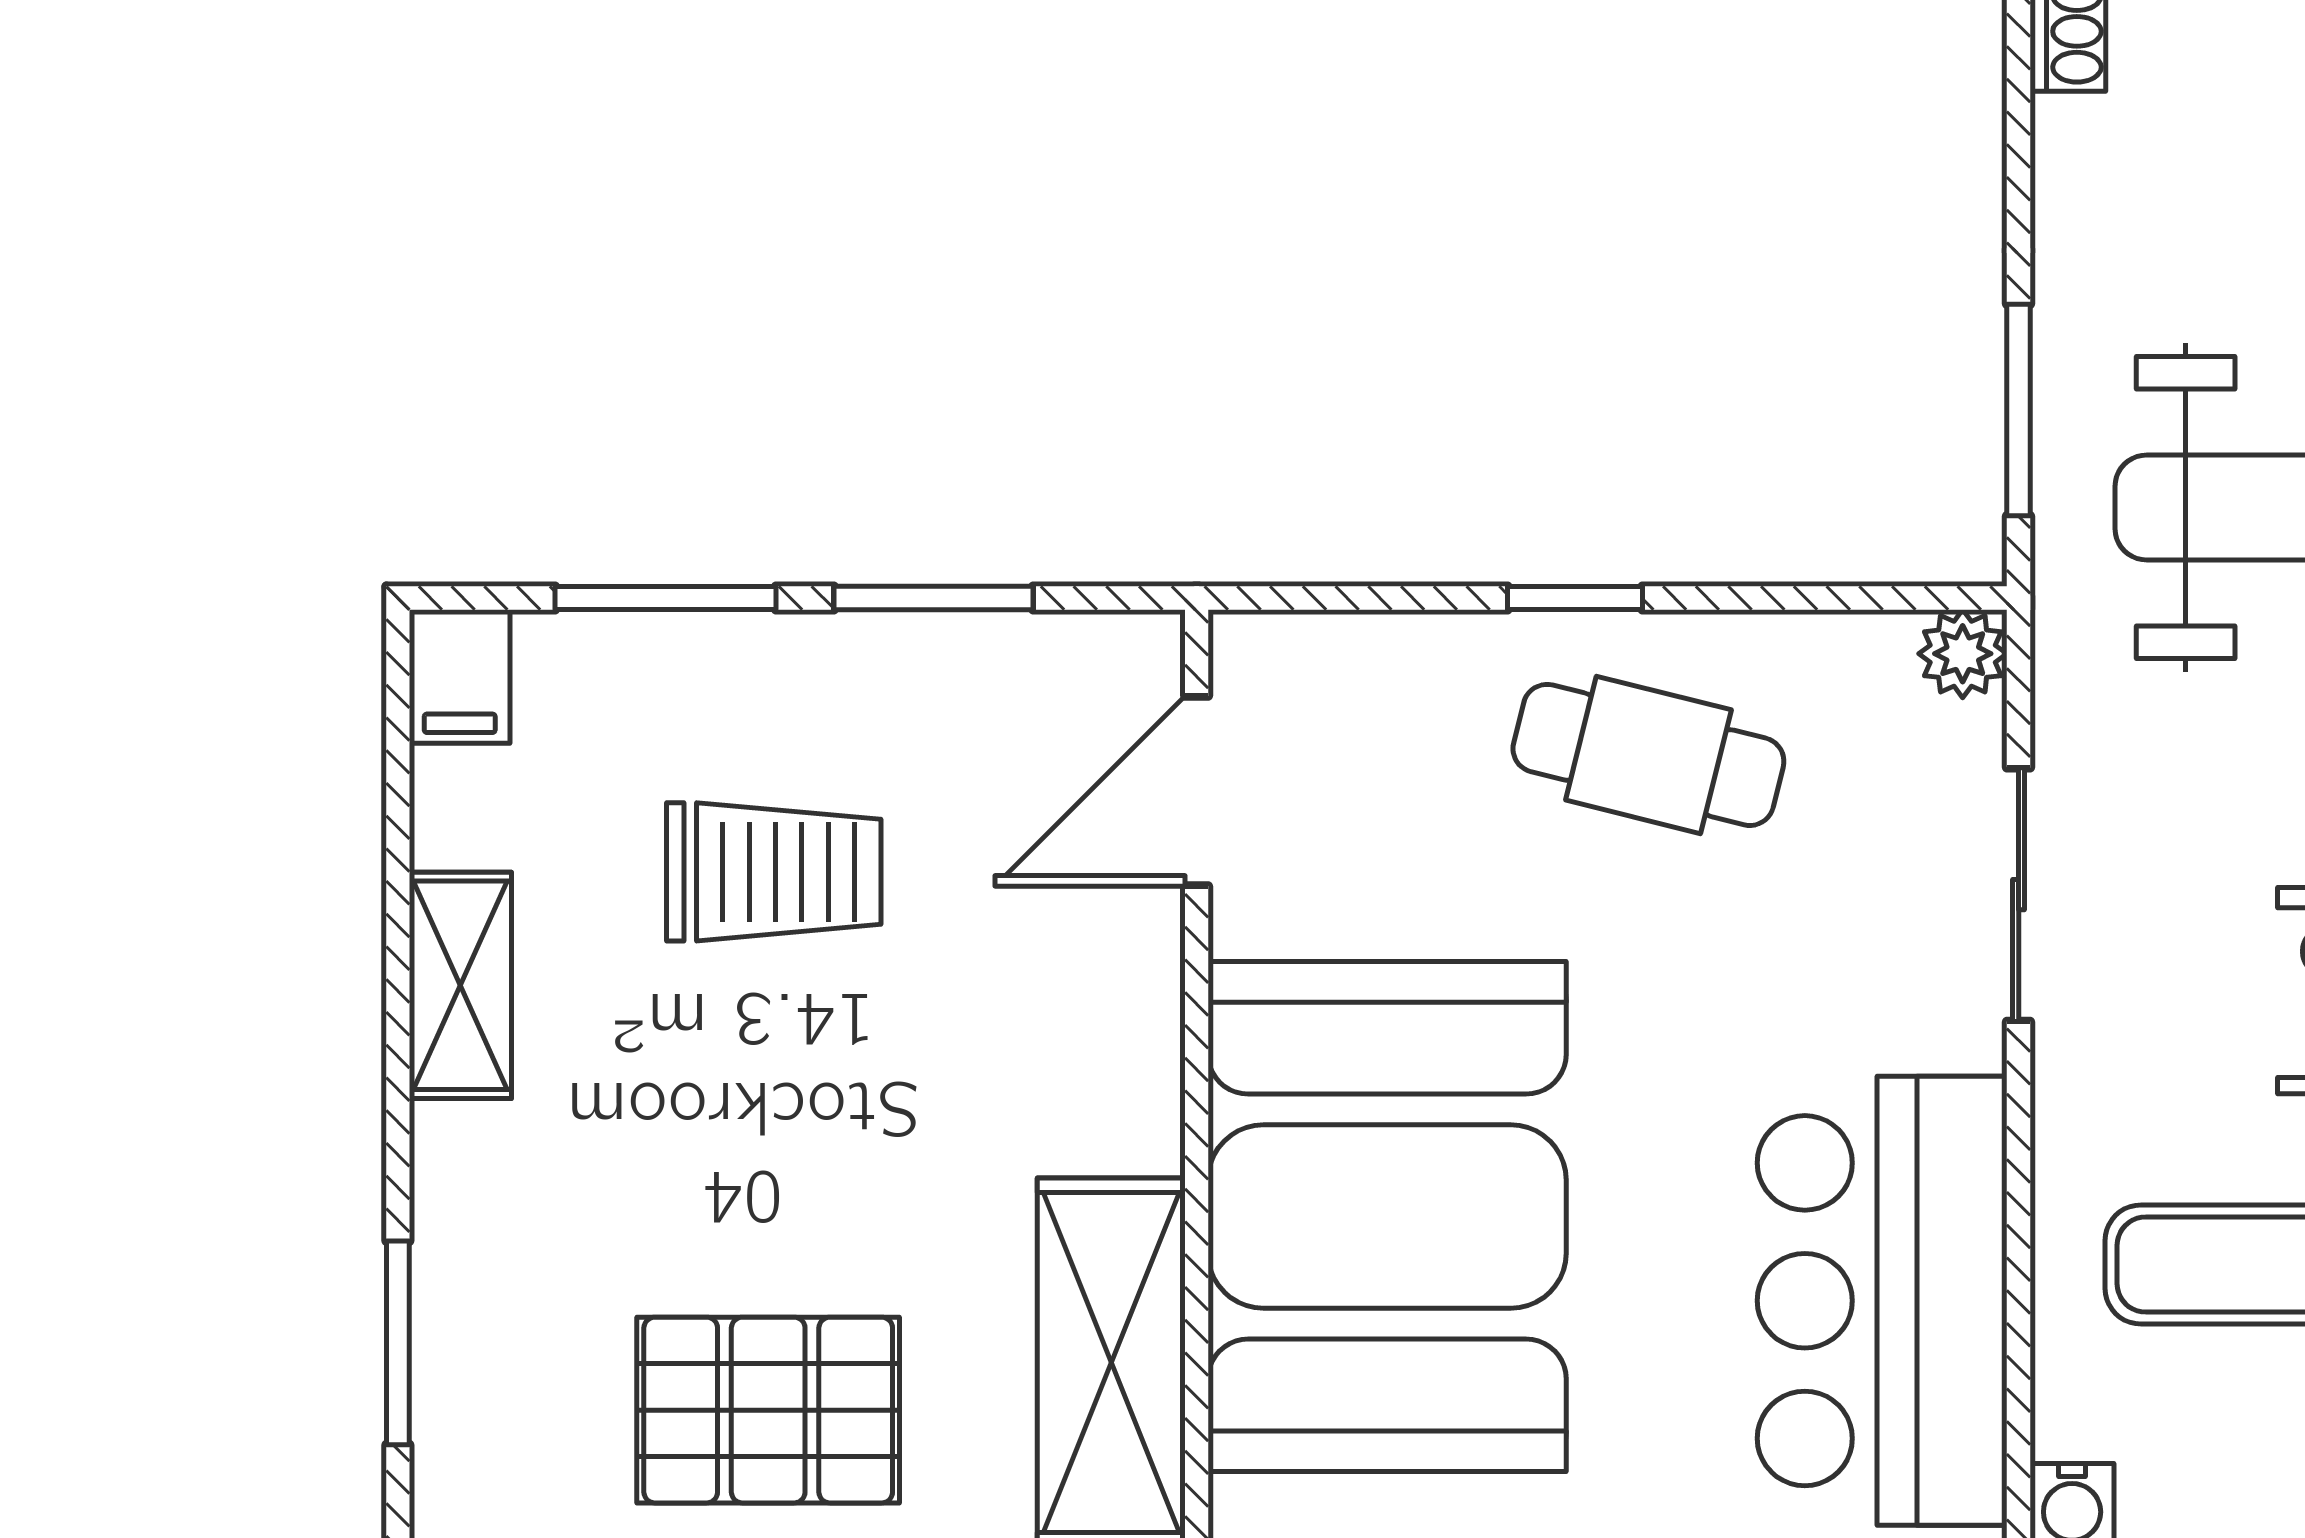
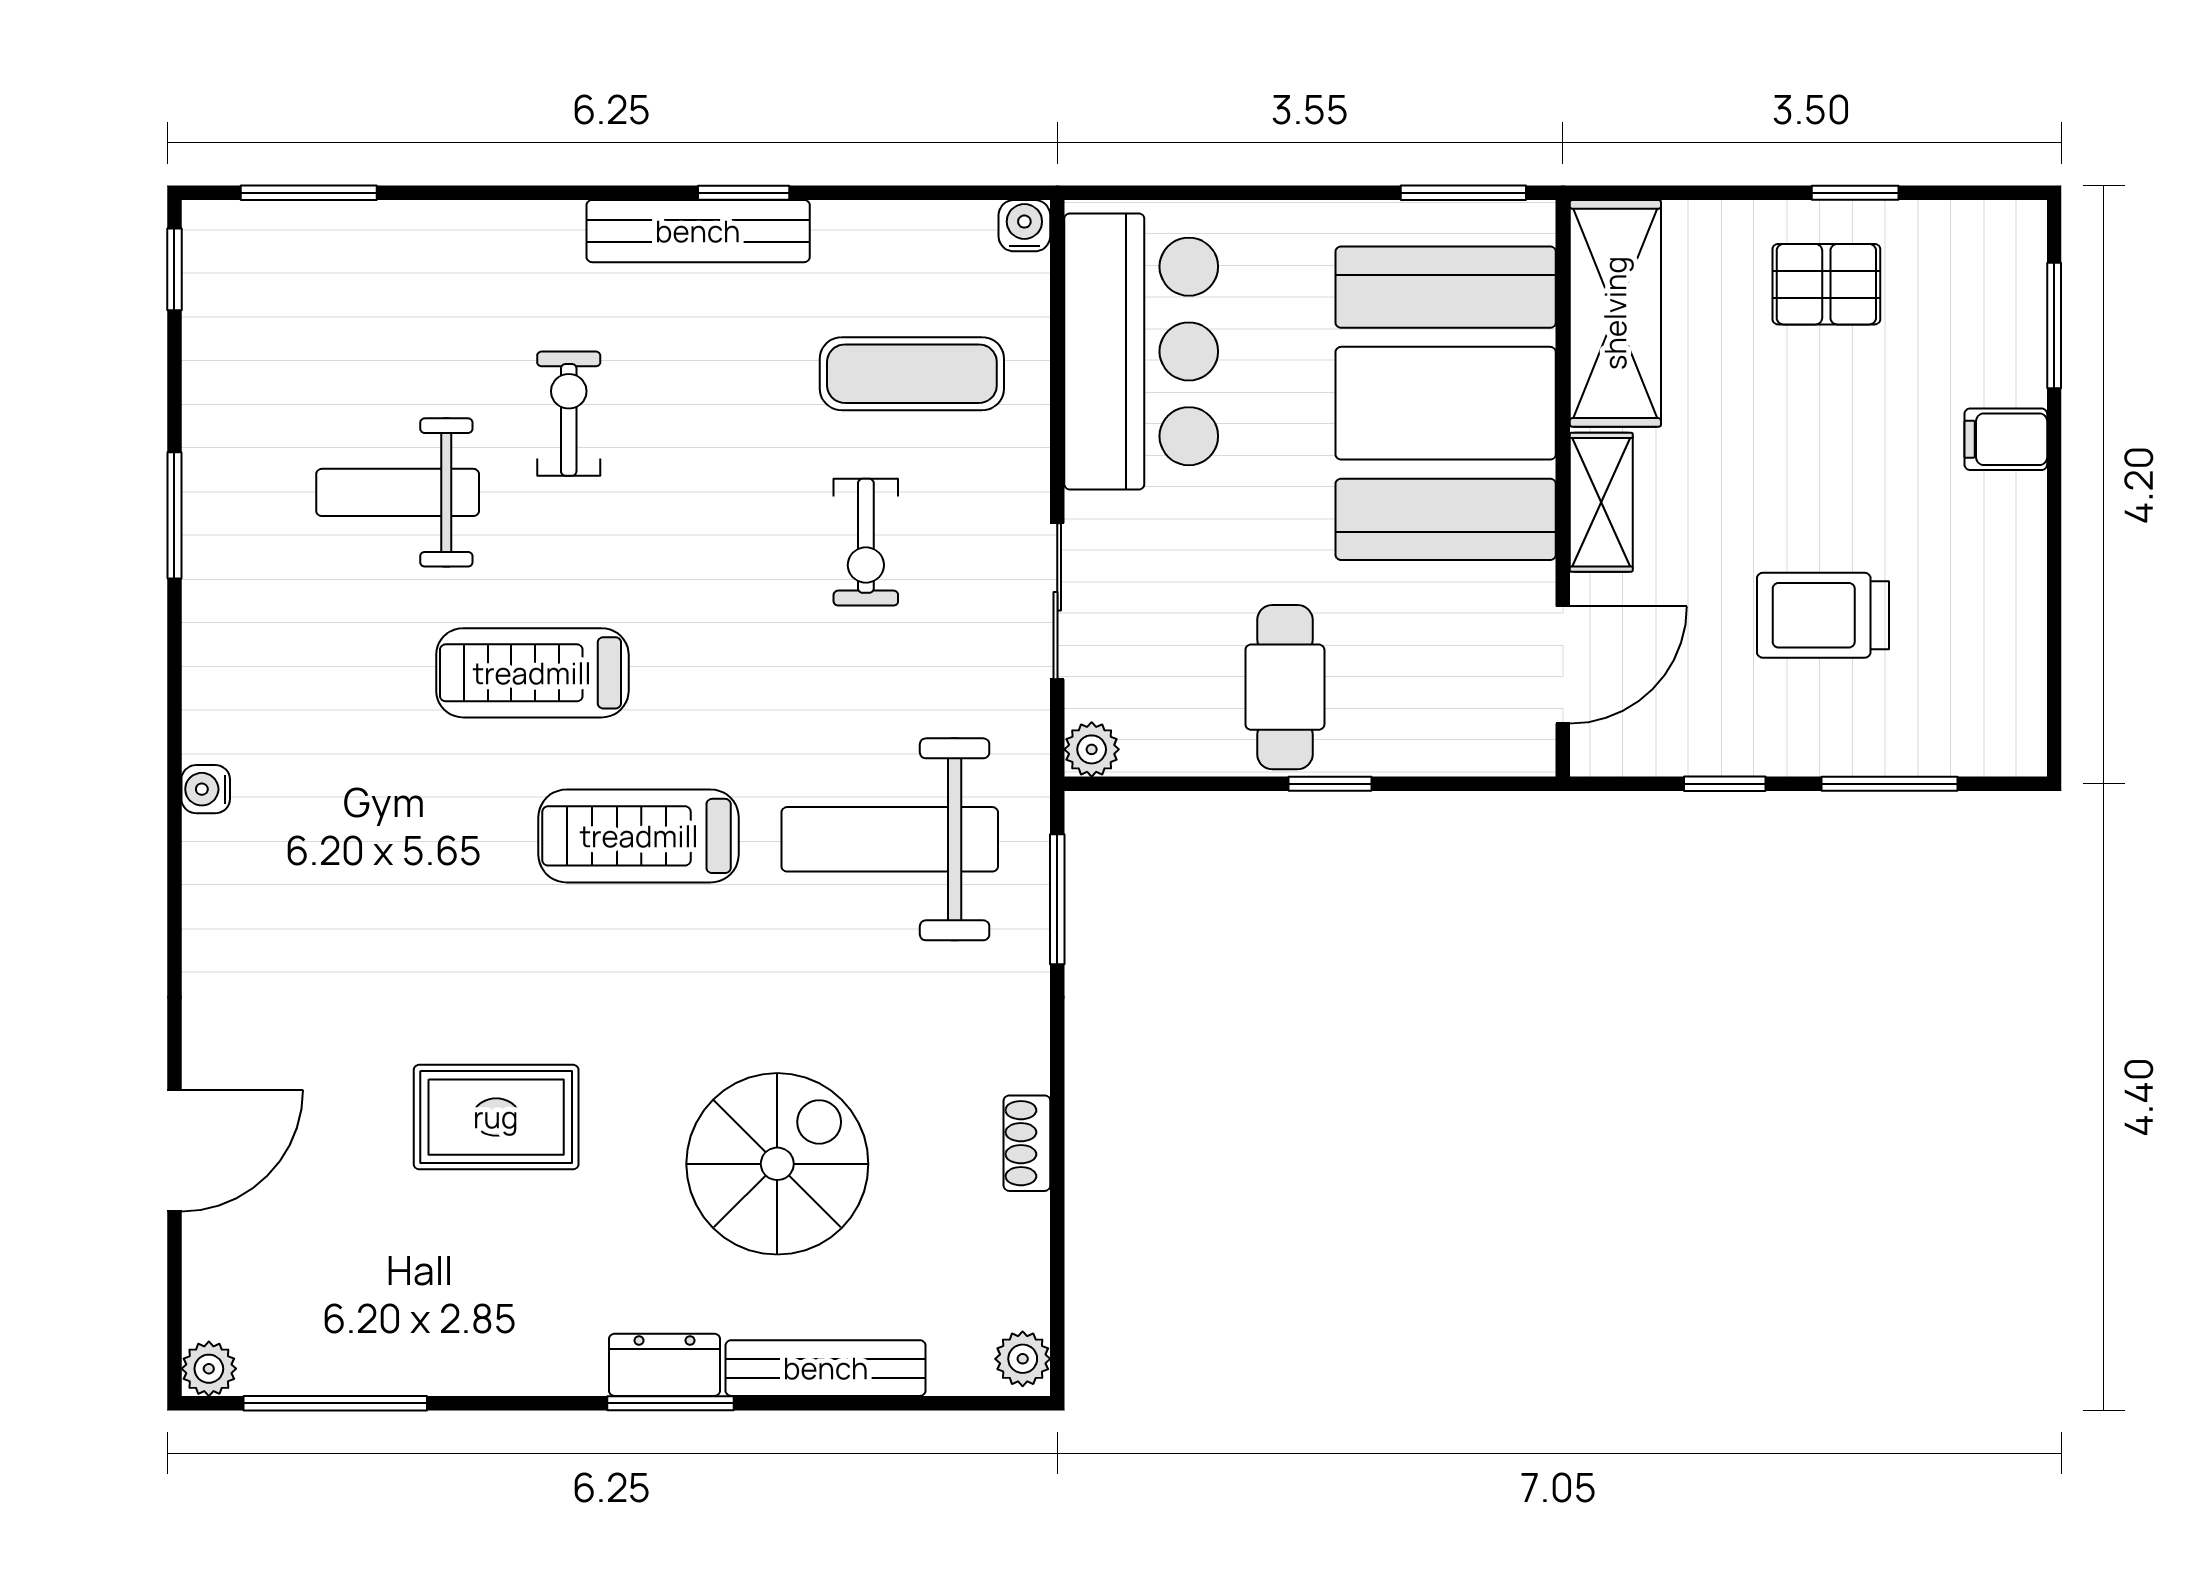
window: (933, 598) -> (1725, 784), width x0.67
filing cabinet: (460, 676) -> (2006, 439), moved, turned -90
cafe table: (1648, 755) -> (1285, 687), turned 76
shelving: (460, 985) -> (1601, 502), moved
pallet: (768, 1410) -> (1826, 284), width x0.67, depth x0.71

